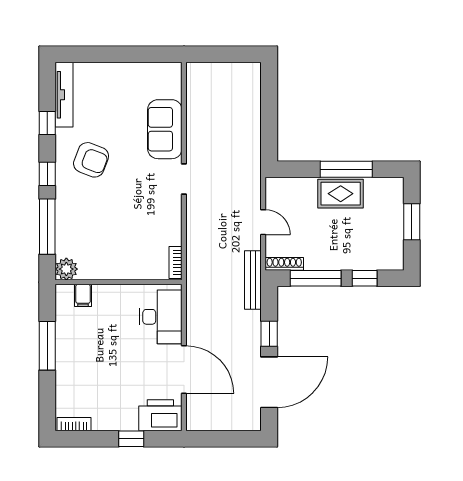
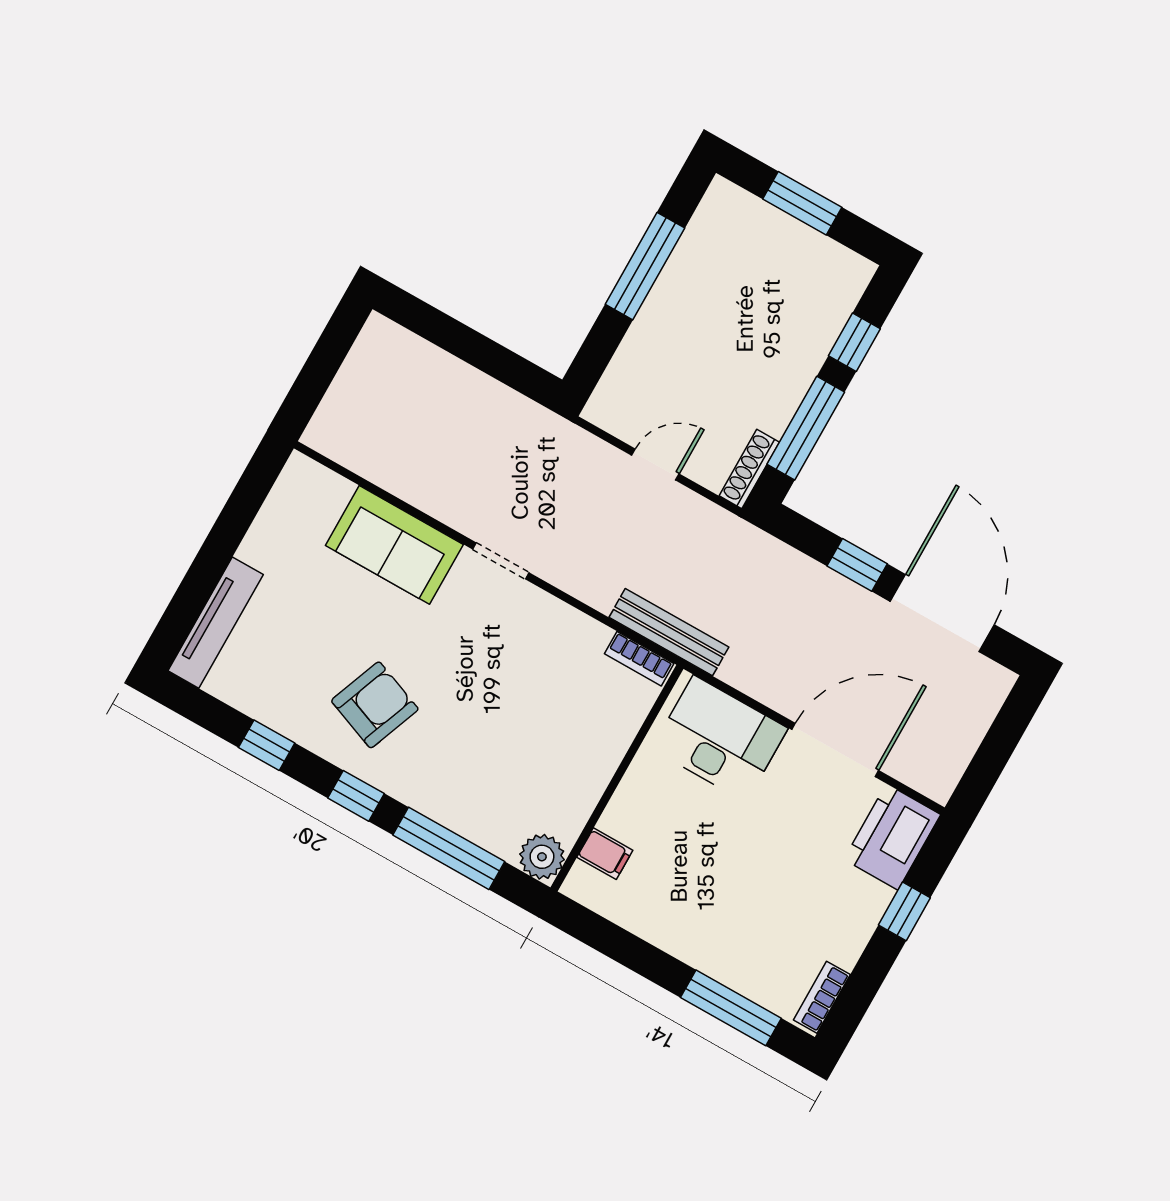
tv unit: (64, 95) -> (216, 623), moved, turned 90
rug: (341, 194) -> (682, 300), removed
bench: (253, 280) -> (669, 632), moved
window: (47, 346) -> (731, 1008), moved

